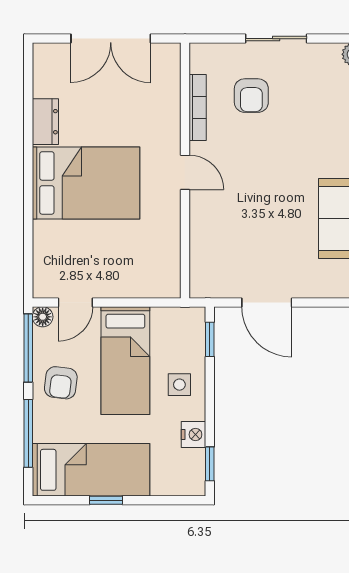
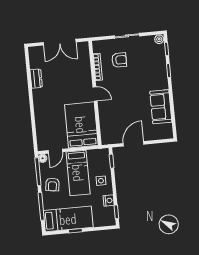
armchair: (251, 96) -> (119, 60), turned -90
bed: (86, 183) -> (81, 125), moved, turned -90
door: (267, 302) -> (133, 144), swing flipped

